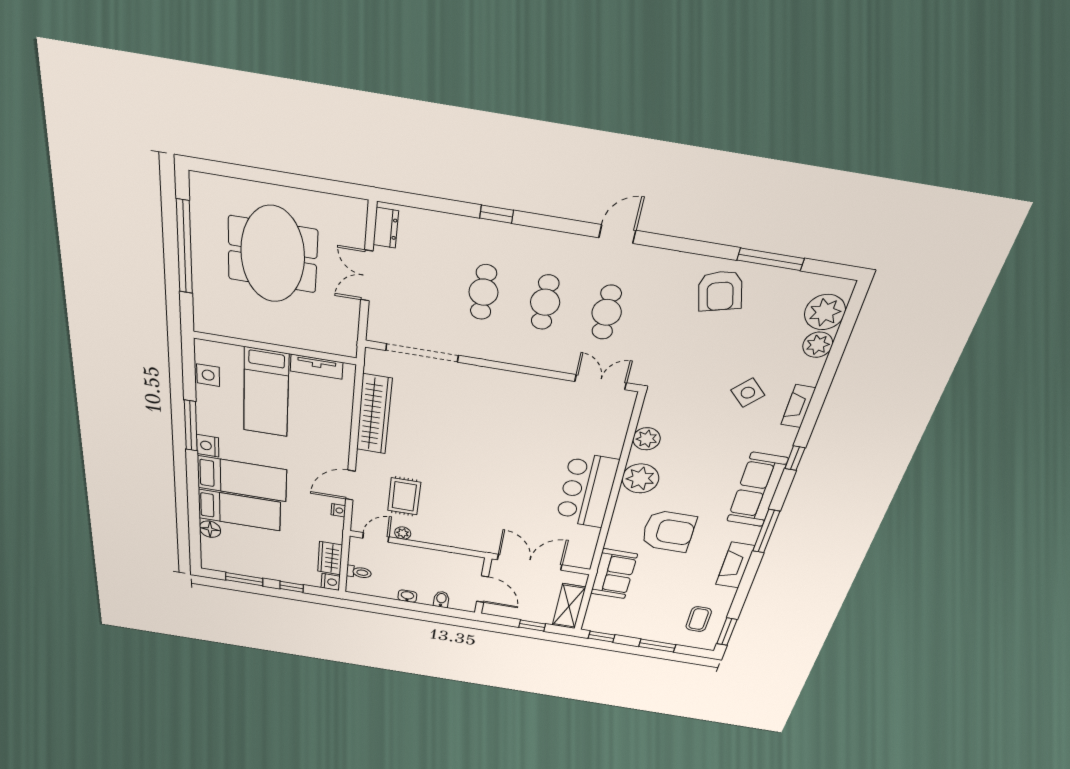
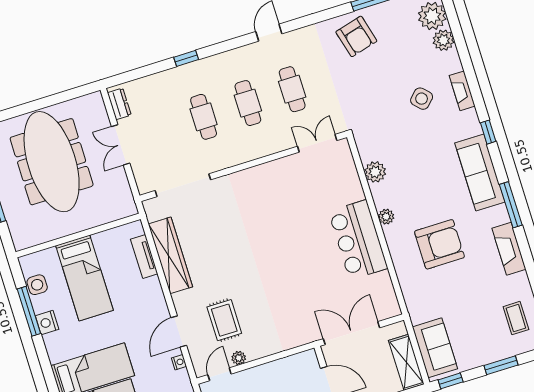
meeting table: (273, 255) -> (52, 162), width x1.36
tv unit: (317, 367) -> (144, 256), moved, turned 90
window: (191, 426) -> (29, 311), moved
nightstand: (208, 446) -> (47, 323), moved
plant: (640, 479) -> (386, 217), width x0.53, depth x0.53
sofa: (614, 574) -> (435, 348), moved

